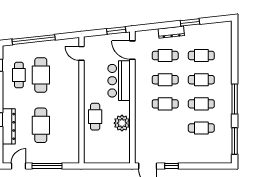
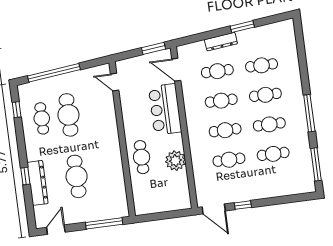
cafe table: (165, 128) -> (229, 160), added
window: (47, 166) -> (104, 223), moved

